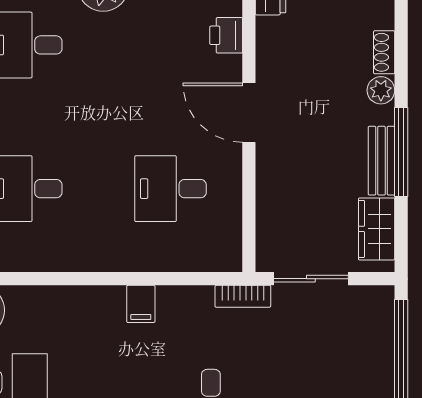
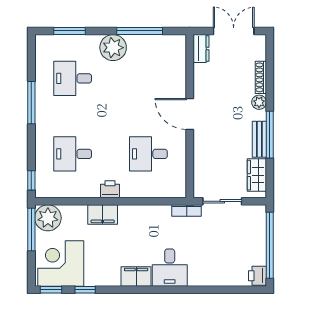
printer: (226, 35) -> (110, 189), moved, turned 90
shoe rack: (384, 52) -> (261, 77), width x1.43
filing cabinet: (141, 304) -> (103, 214), moved, width x2.00

